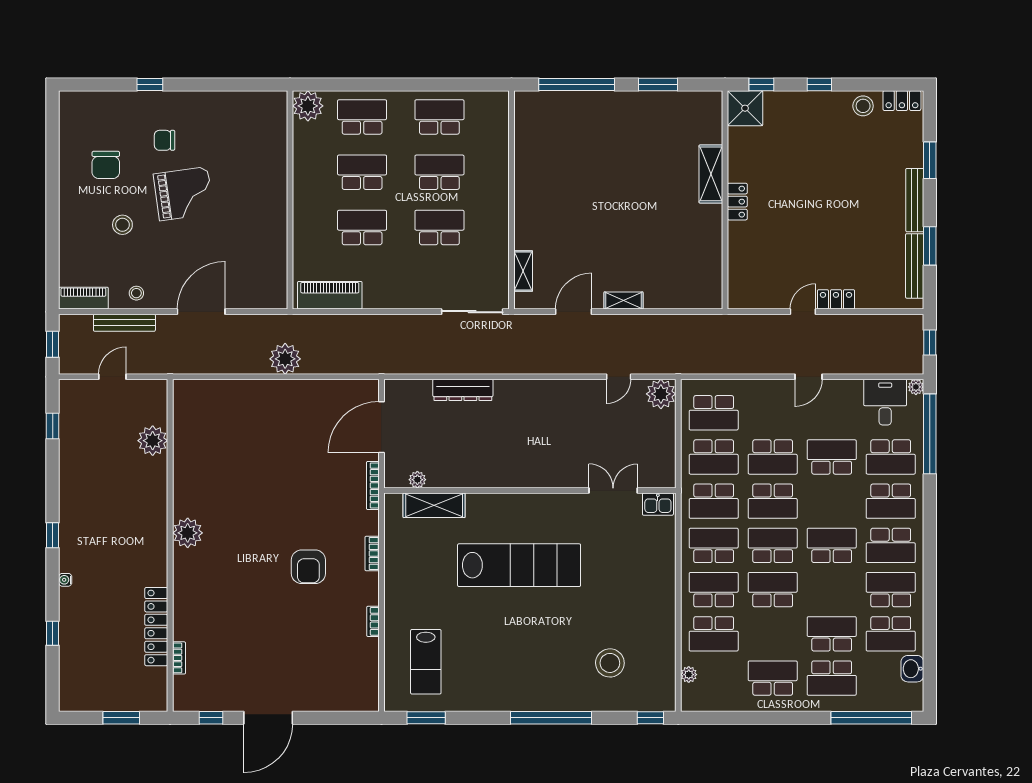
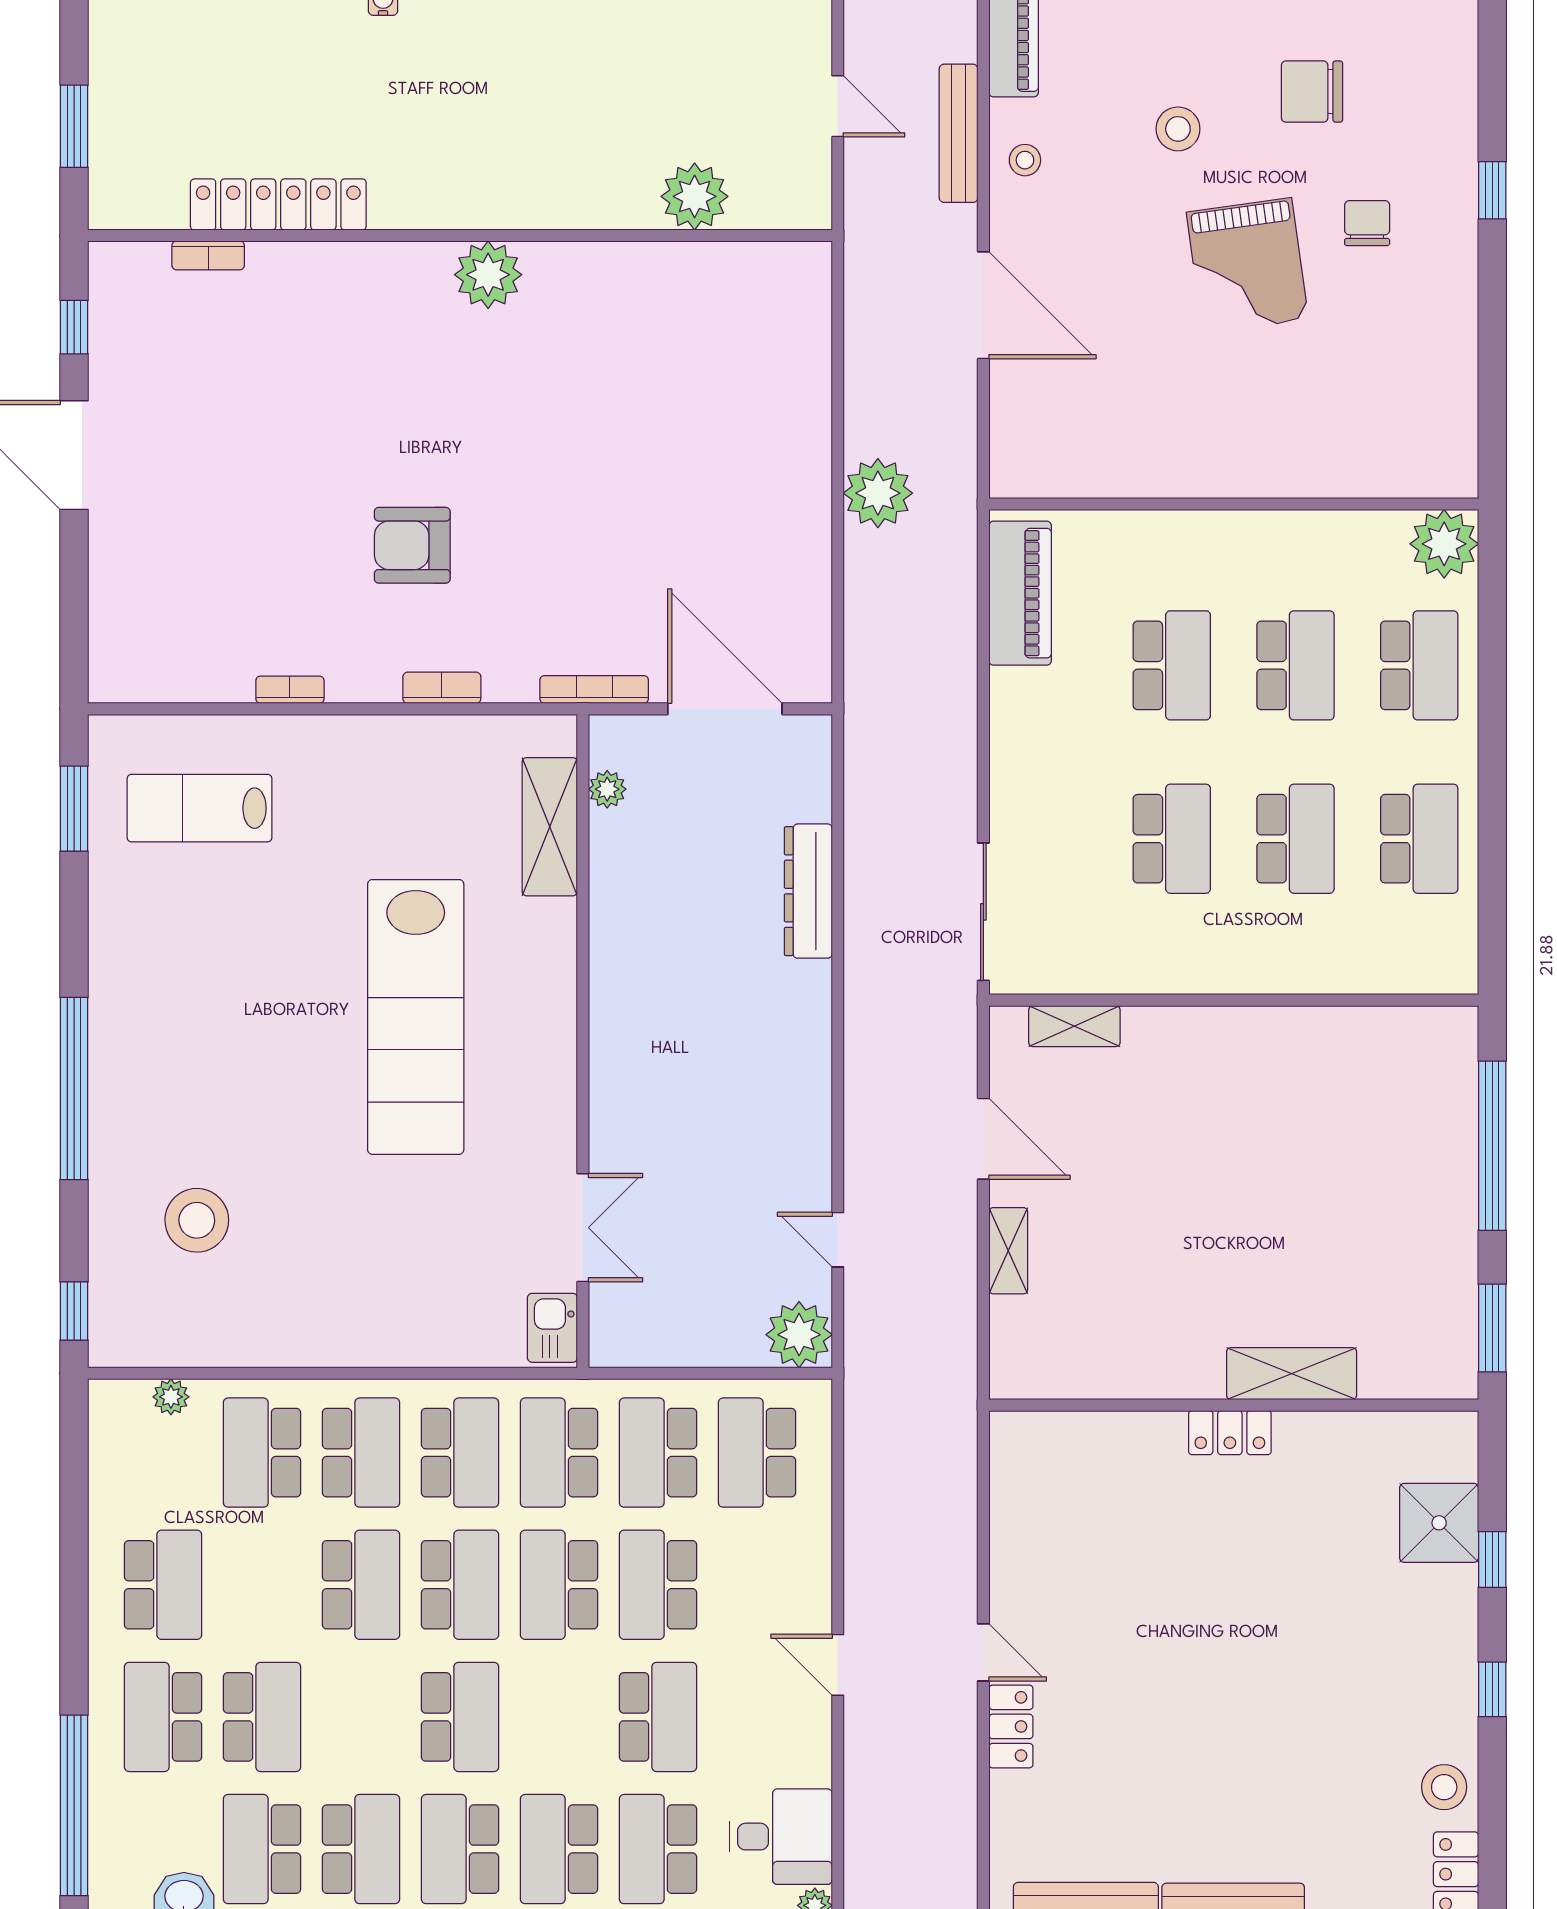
shelving: (711, 174) -> (1292, 1374), moved
wall: (725, 200) -> (1234, 1405), moved
locker: (737, 202) -> (1230, 1433), moved

